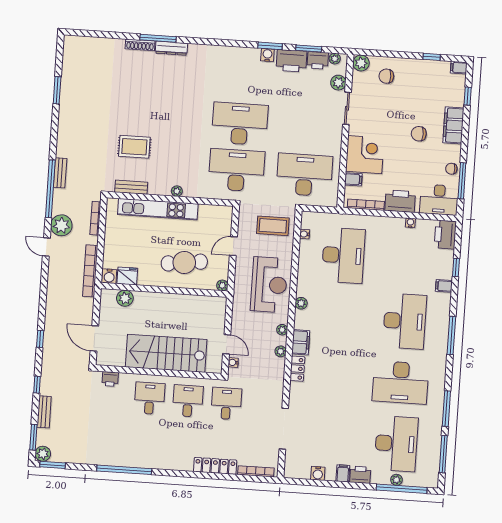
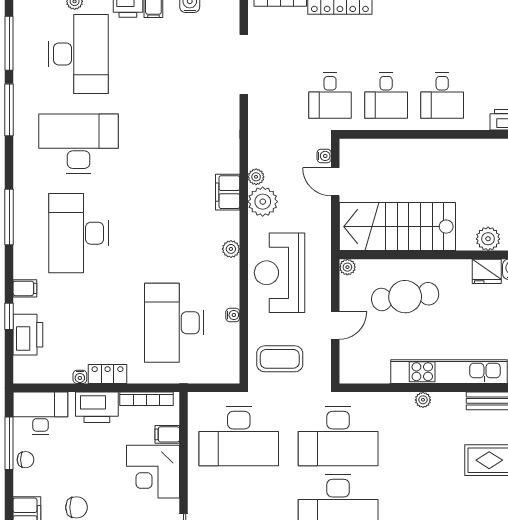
water cooler: (305, 234) -> (233, 315), moved
printer: (445, 235) -> (28, 335), moved
plant: (282, 330) -> (263, 202), width x1.88, depth x1.88
stairs: (166, 353) -> (397, 227), moved, turned 180
locker: (297, 369) -> (108, 374), moved, turned 90
desk: (396, 444) -> (79, 54), turned 180

